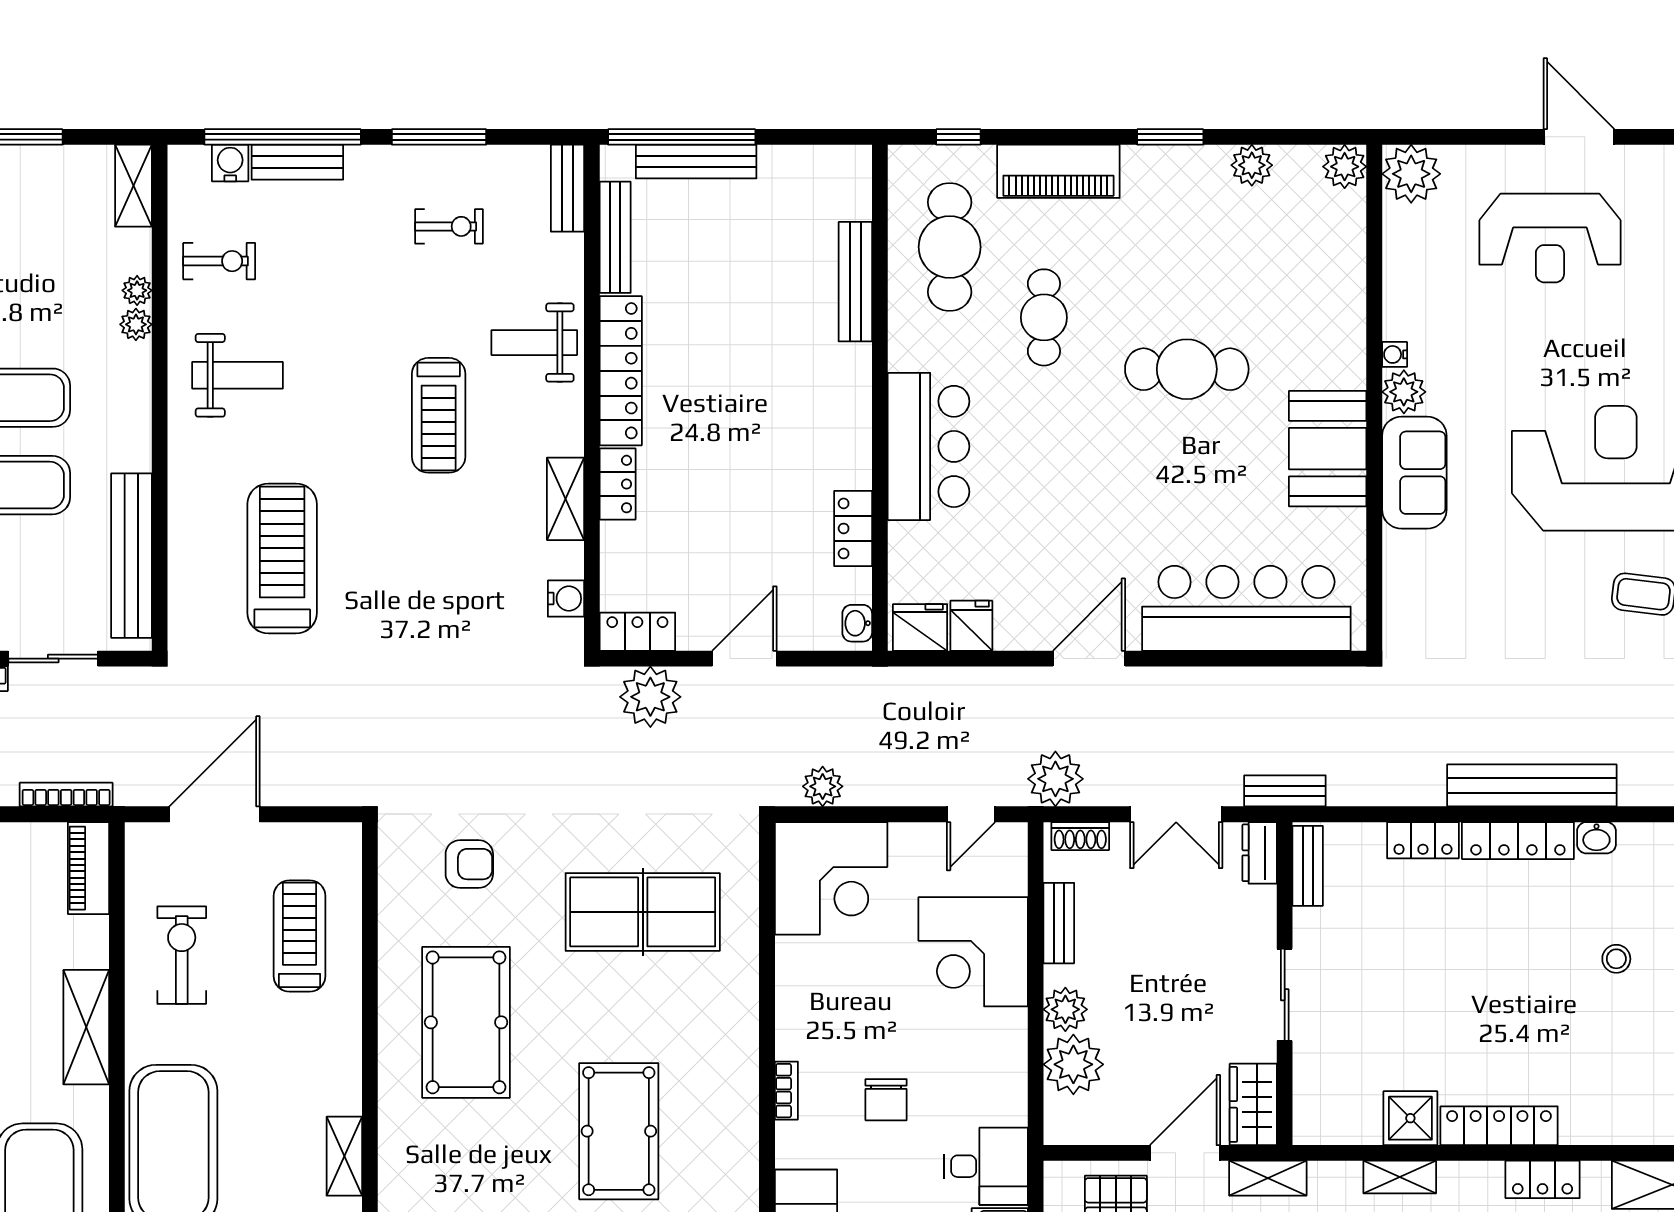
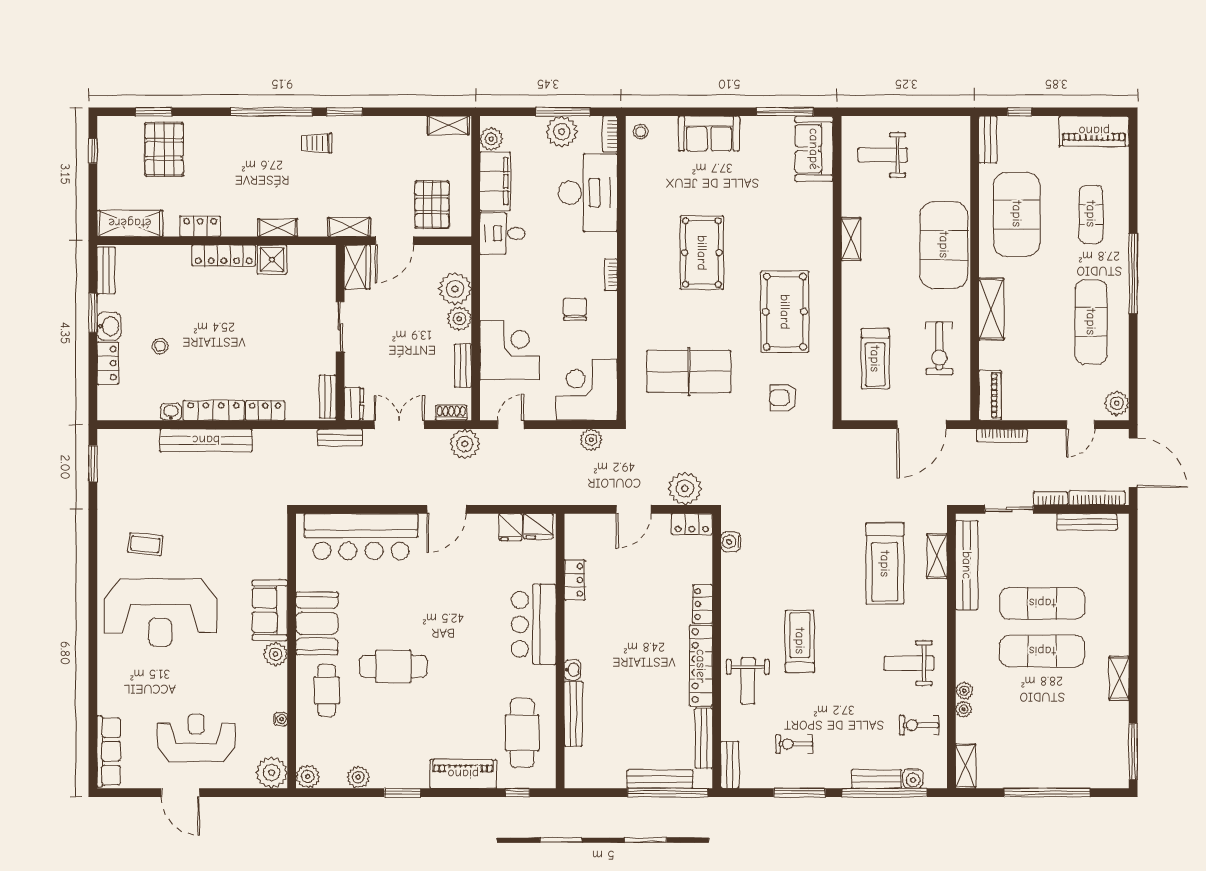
cafe table: (1044, 317) -> (327, 690), moved
weight bench: (534, 343) -> (748, 681), turned 90
water cooler: (1395, 354) -> (281, 719), moved
shelving: (565, 499) -> (937, 556), moved
washbasin: (857, 623) -> (572, 670), moved
chair: (886, 1100) -> (575, 309), moved

